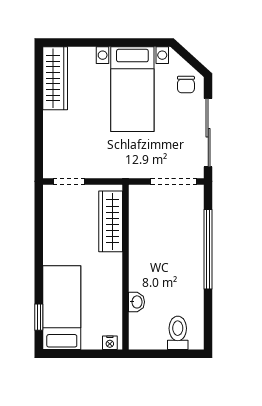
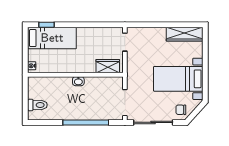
wardrobe: (111, 221) -> (108, 66), width x0.67
washbasin: (137, 302) -> (78, 81), moved

